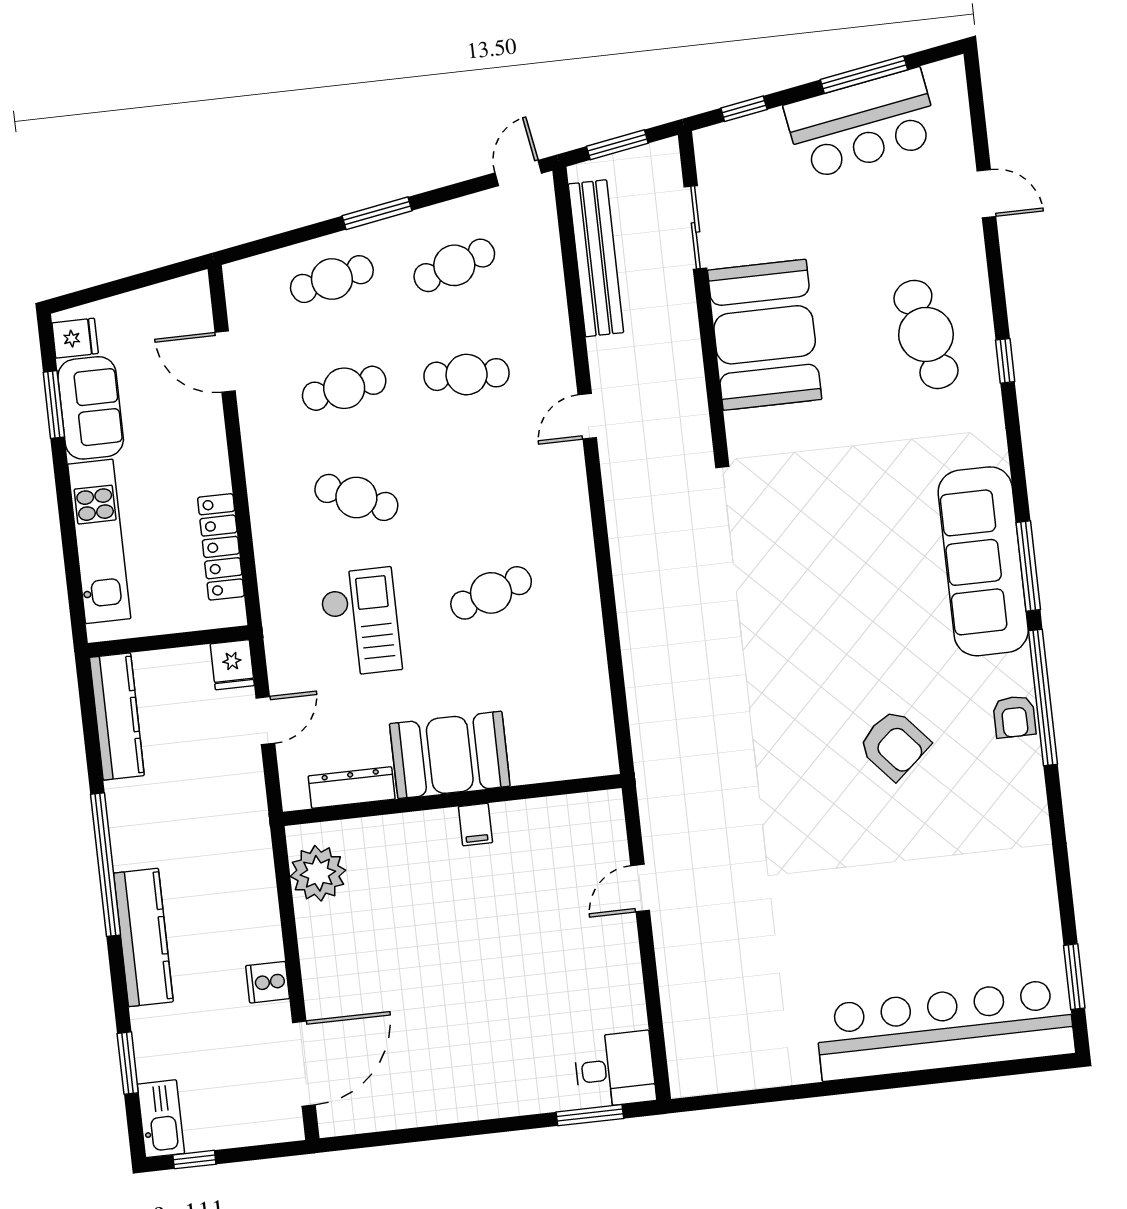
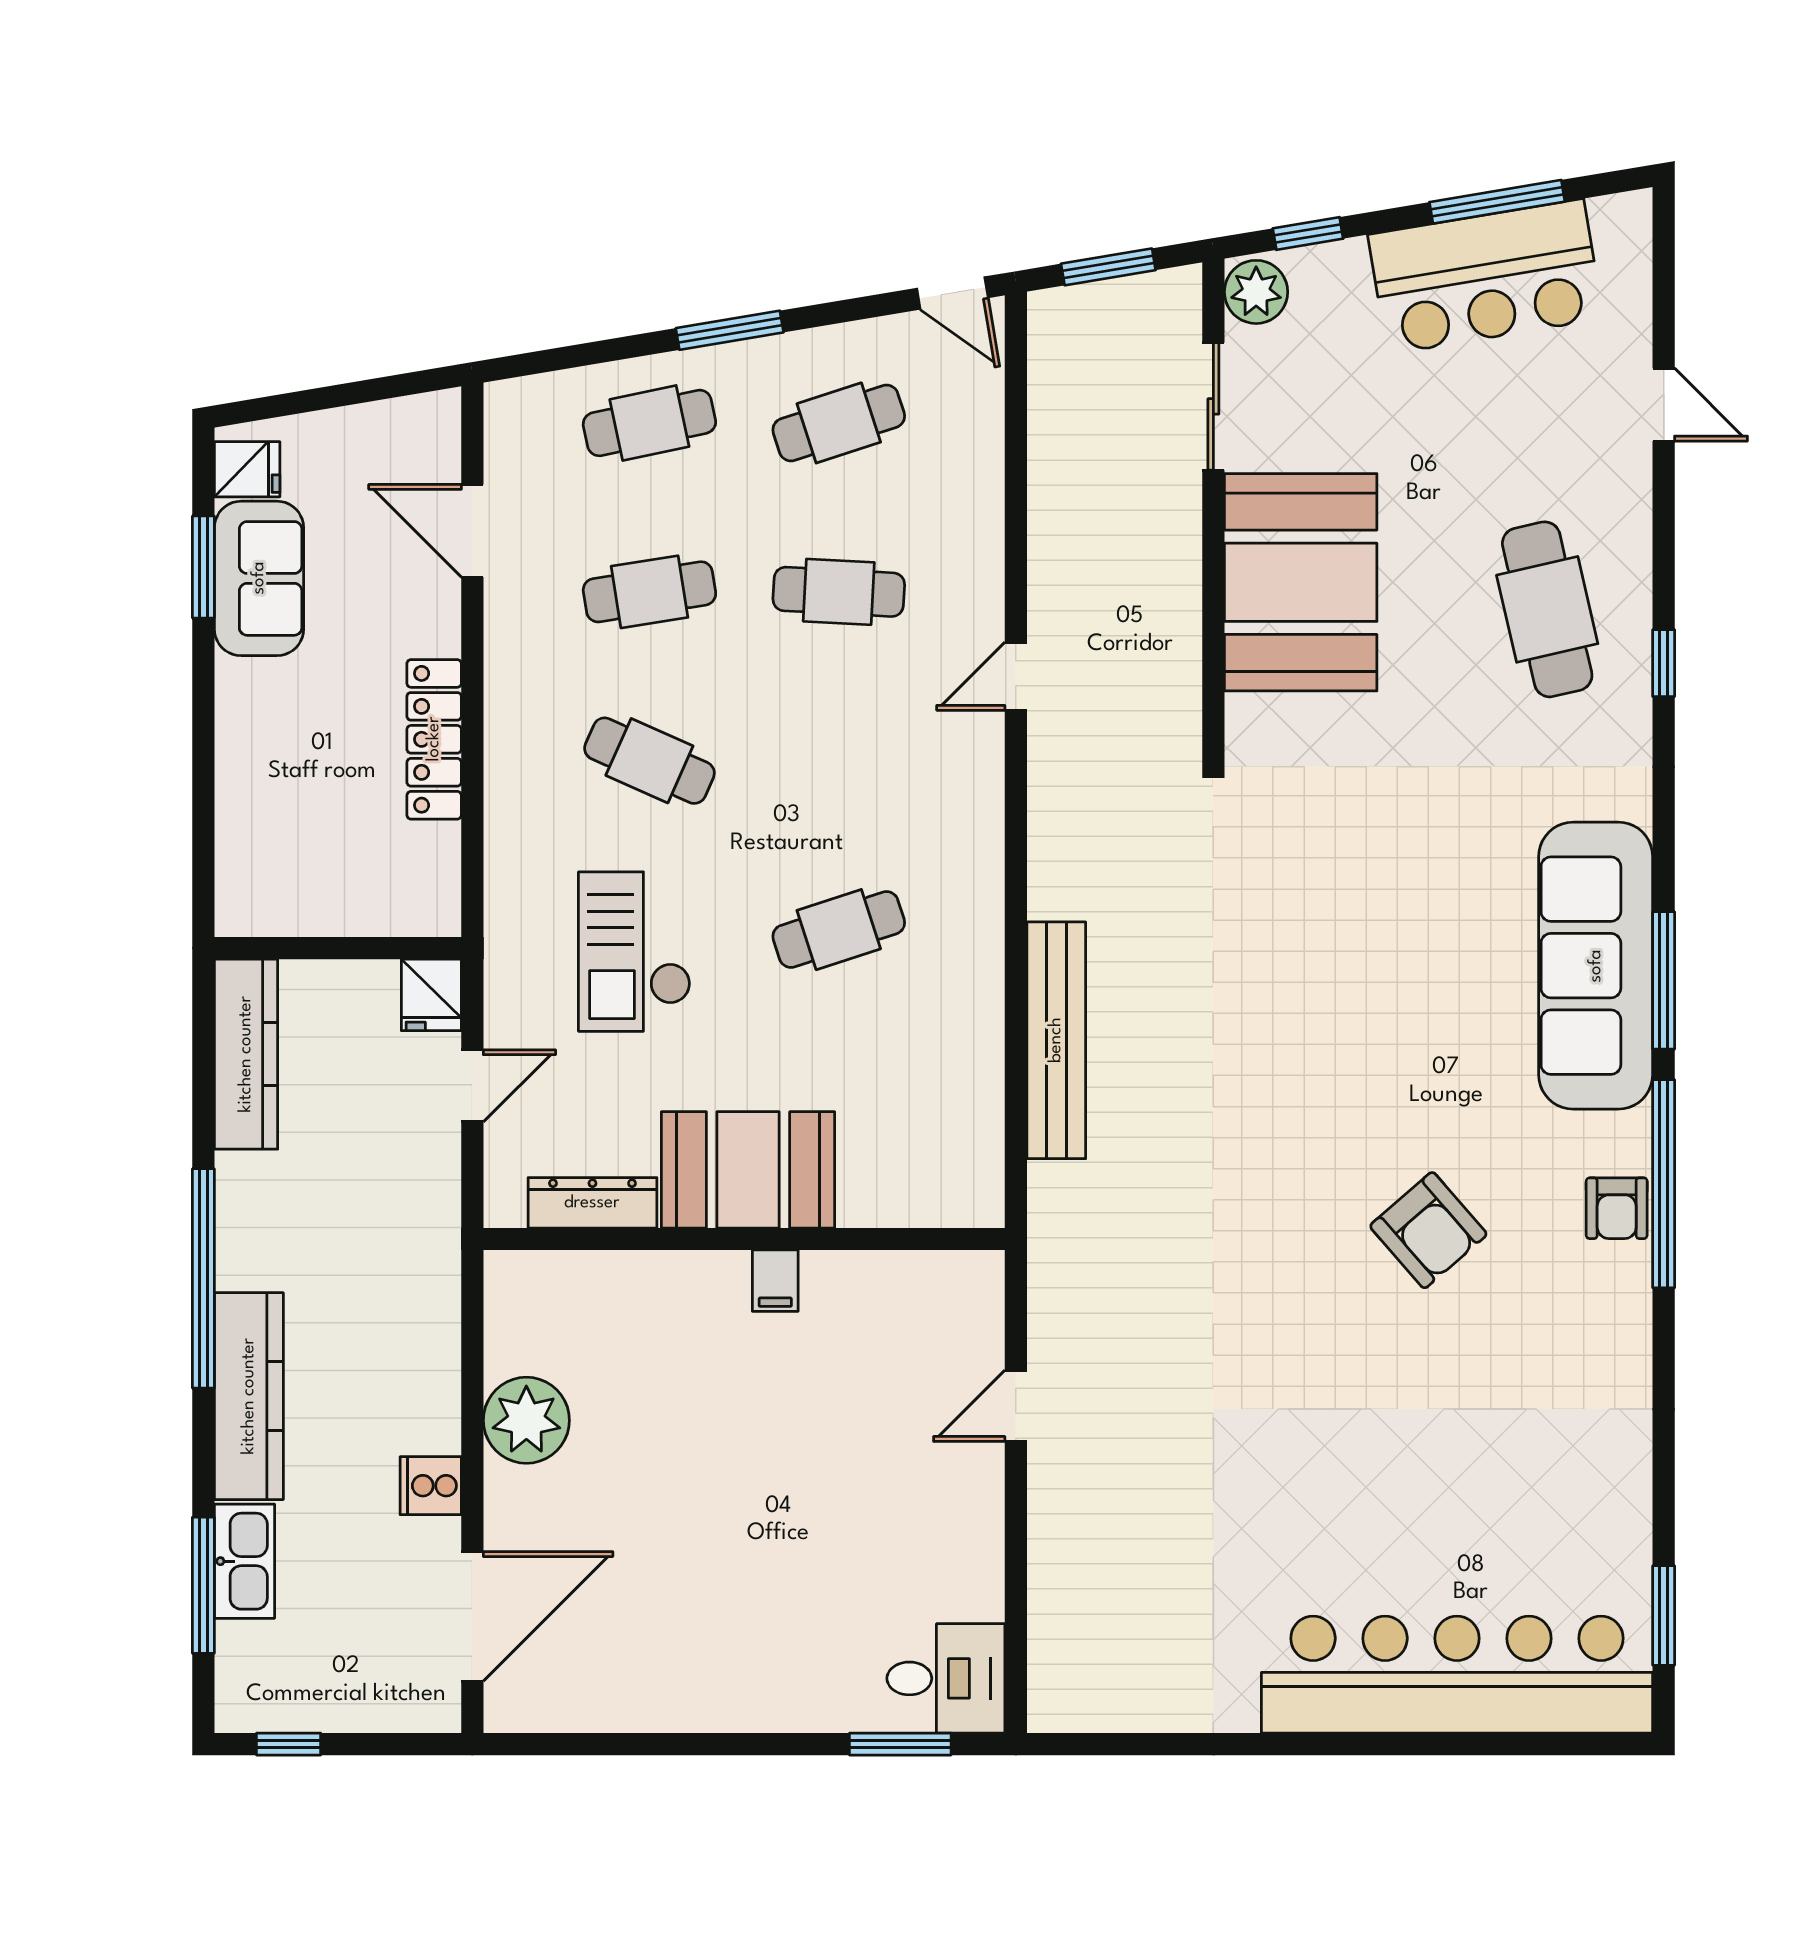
plant: (715, 150) -> (1256, 292), added
door: (518, 173) -> (952, 293), swing flipped
bench: (596, 258) -> (1056, 1040), moved
kitchen unit: (99, 541) -> (249, 784), removed
locker: (221, 547) -> (434, 739), moved
checkout: (361, 622) -> (634, 952), turned 180
plant: (318, 873) -> (526, 1420), moved
window: (128, 1063) -> (203, 1585), width x1.44
kitchen sink: (161, 1119) -> (244, 1561), moved

